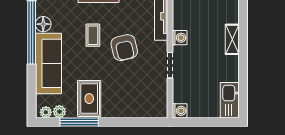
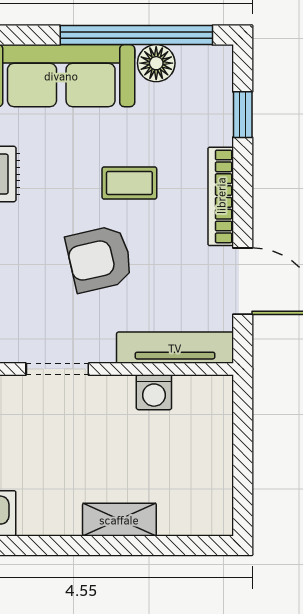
washing machine: (180, 38) -> (154, 392), moved

